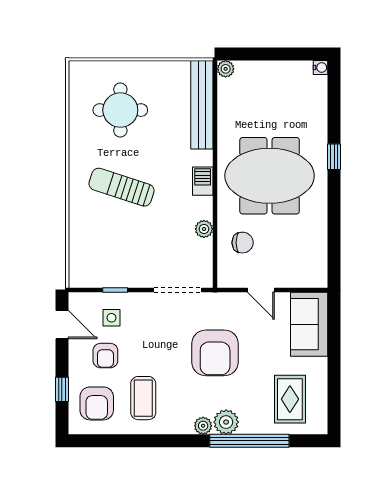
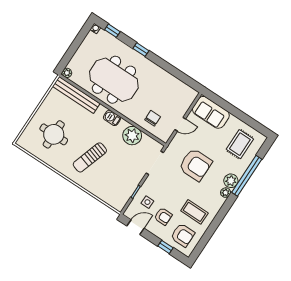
window: (334, 95) -> (112, 31), added
meeting table: (270, 176) -> (114, 80), moved, turned 90
plant: (204, 229) -> (132, 136), width x1.87, depth x1.87
rug: (290, 399) -> (240, 144), turned 90

